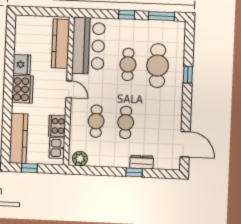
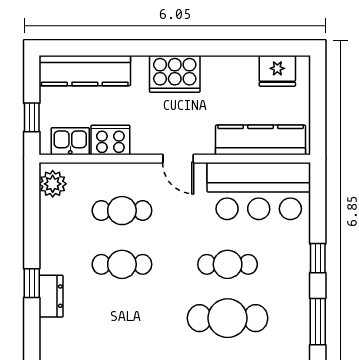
fridge: (22, 64) -> (277, 71), moved
door: (69, 89) -> (178, 159), hinge flipped
window: (29, 168) -> (32, 117), moved

